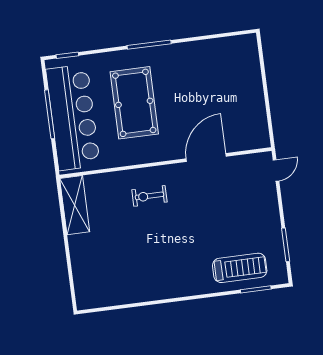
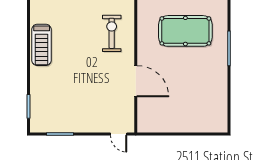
exercise bike: (149, 196) -> (112, 33), width x1.38, depth x1.39
treadmill: (240, 268) -> (42, 45), moved

